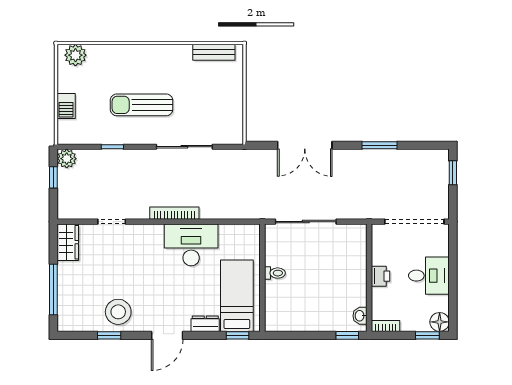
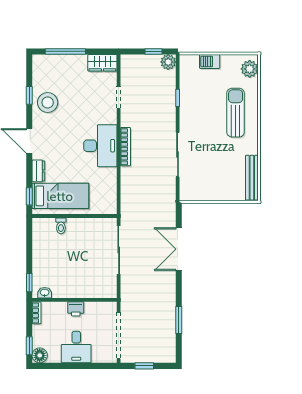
bench: (214, 52) -> (252, 178), width x1.36
sun lounger: (141, 105) -> (236, 113), moved
window: (380, 145) -> (179, 320), moved
window: (453, 173) -> (144, 366), moved
desk: (191, 245) -> (100, 146), moved
toilet: (275, 273) -> (61, 226), moved

